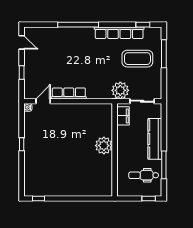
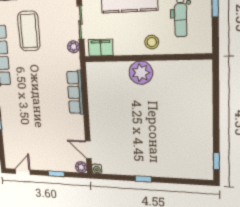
plant: (120, 90) -> (73, 47), width x0.53, depth x0.53
row of seats: (69, 93) -> (75, 92), moved
plant: (29, 94) -> (81, 167), added
stool: (126, 154) -> (152, 42), added

